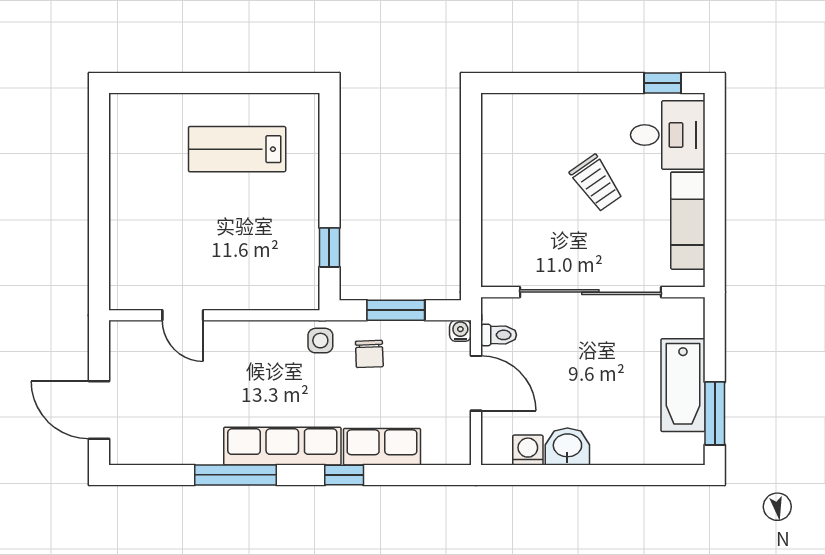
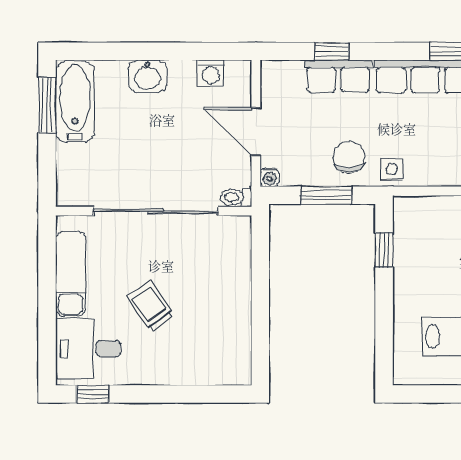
toilet: (499, 335) -> (236, 197), moved
chair: (369, 354) -> (349, 157), width x1.37, depth x1.37
bathtub: (683, 385) -> (75, 102), moved
washbasin: (567, 446) -> (148, 76), moved
window: (344, 475) -> (332, 51), moved

